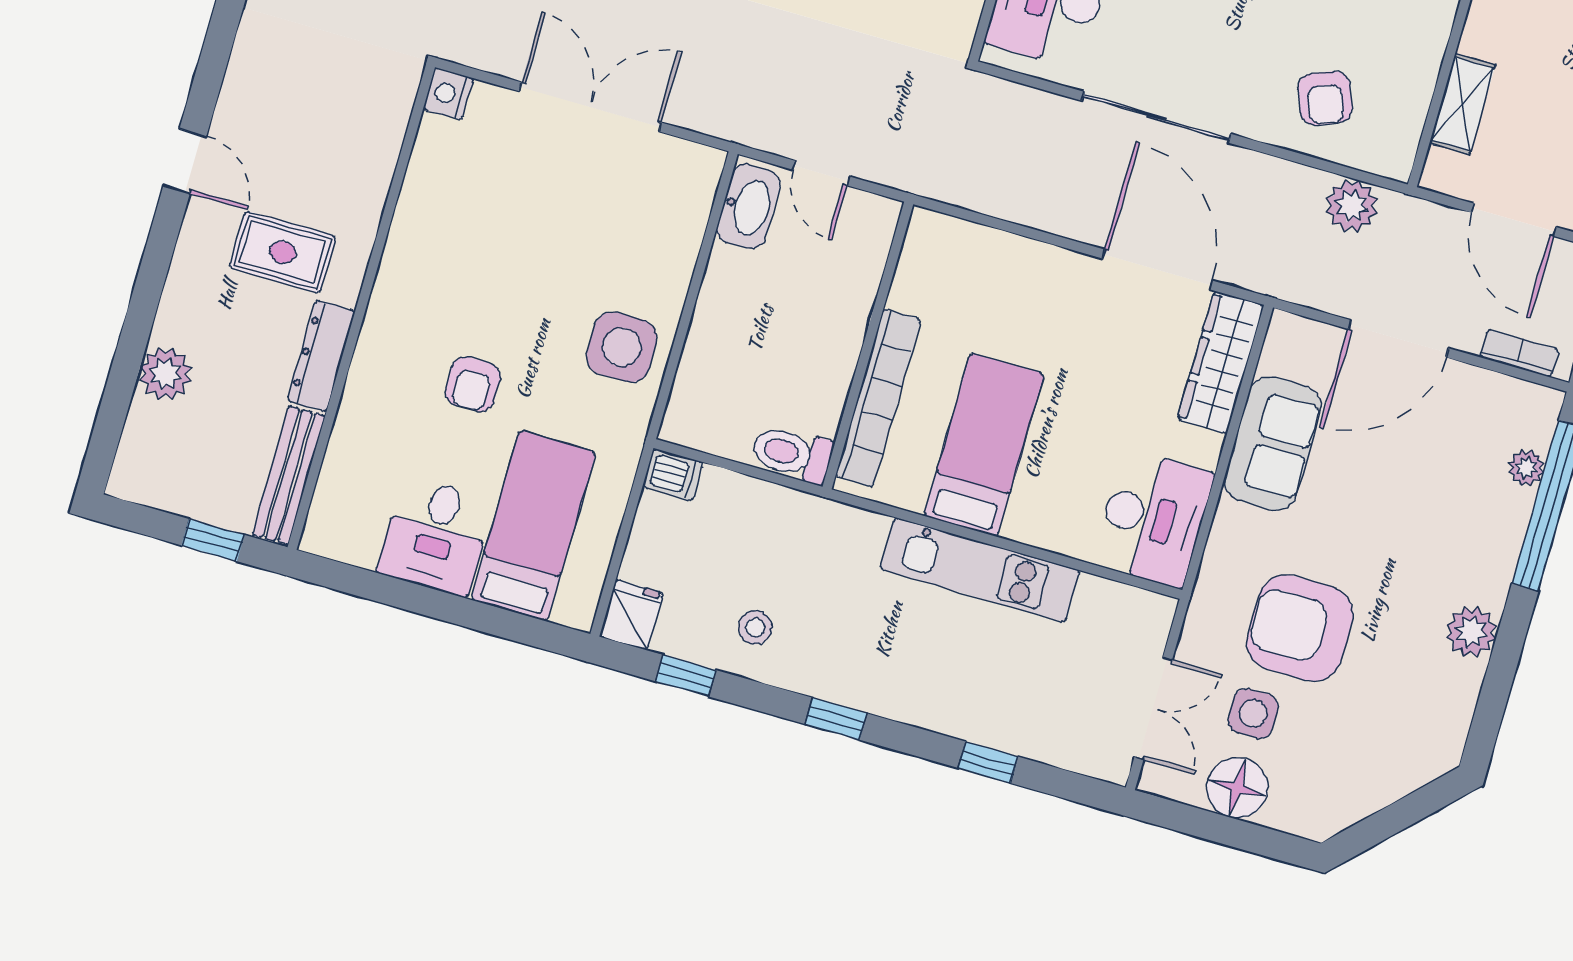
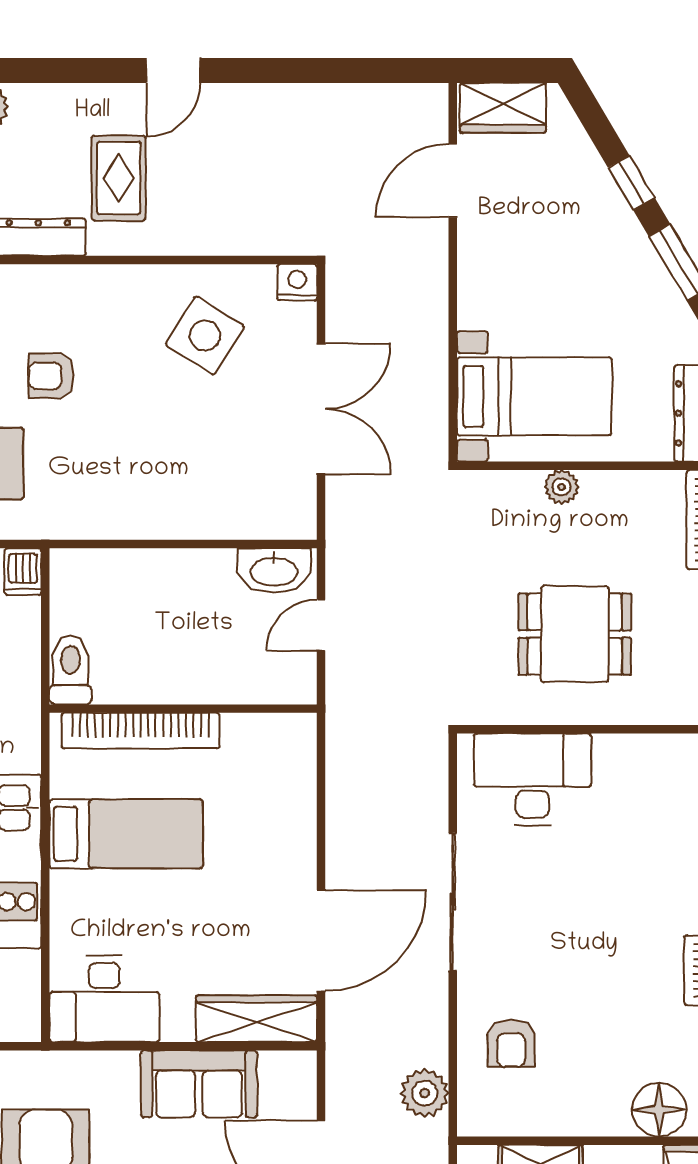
armchair: (1325, 98) -> (511, 1043), turned -68
side table: (622, 347) -> (205, 336), moved, turned 32

